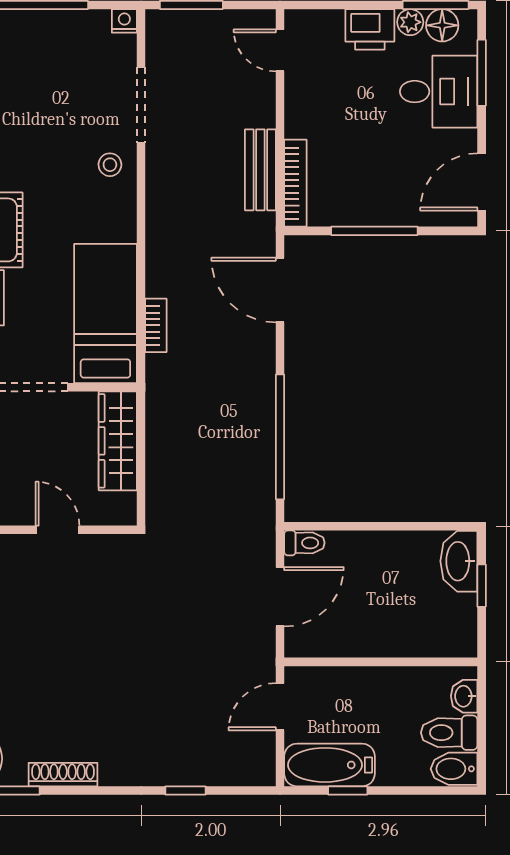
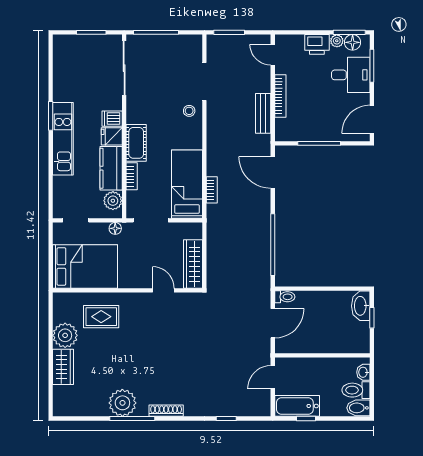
nightstand: (124, 21) -> (196, 40), removed
bookcase: (295, 183) -> (280, 96), moved
wardrobe: (118, 441) -> (193, 264), moved

